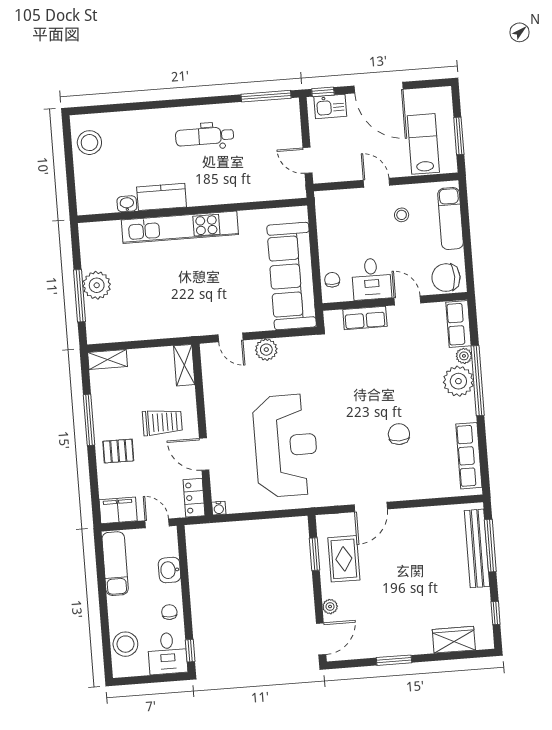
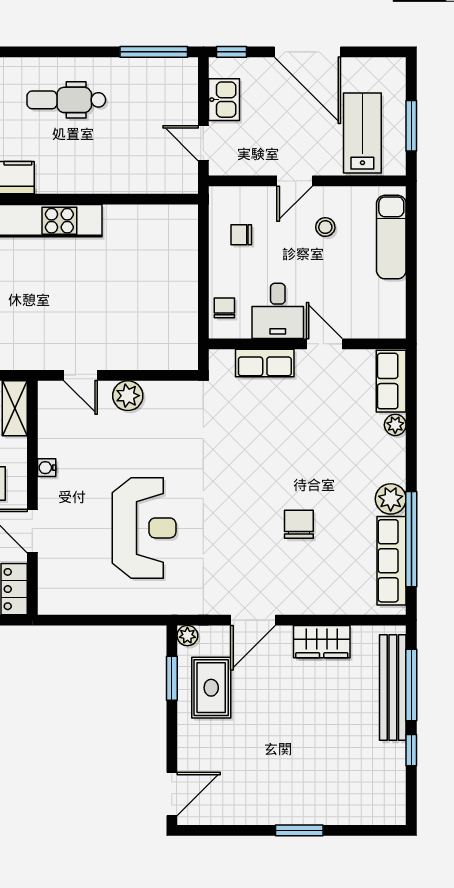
kitchen sink: (330, 106) -> (224, 100), moved, turned -90
door: (376, 183) -> (295, 181), swing flipped
sofa: (292, 276) -> (170, 299), removed
chair: (446, 278) -> (241, 235), moved, width x0.54, depth x0.54
plant: (458, 381) -> (391, 499), moved, width x0.73, depth x0.73
window: (478, 381) -> (411, 539), moved
reception desk: (286, 446) -> (144, 528), width x0.74, depth x0.77
water cooler: (219, 508) -> (47, 468), moved, turned 90
plant: (330, 607) -> (187, 636), moved
window: (496, 613) -> (411, 750), moved
wardrobe: (454, 640) -> (322, 642), moved, turned 180
window: (394, 660) -> (299, 830), moved

